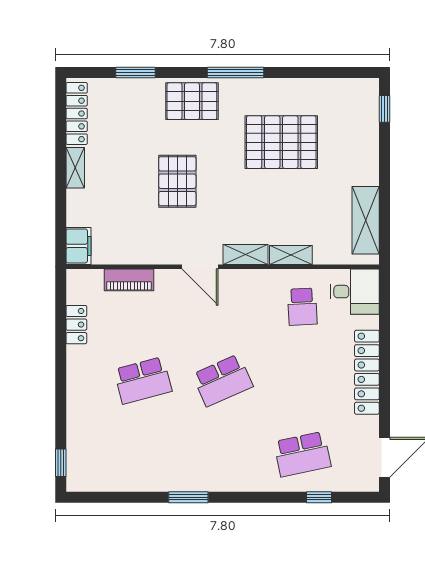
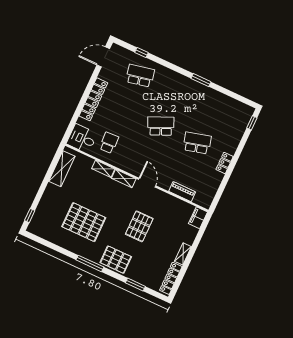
locker: (76, 325) -> (225, 163), moved

